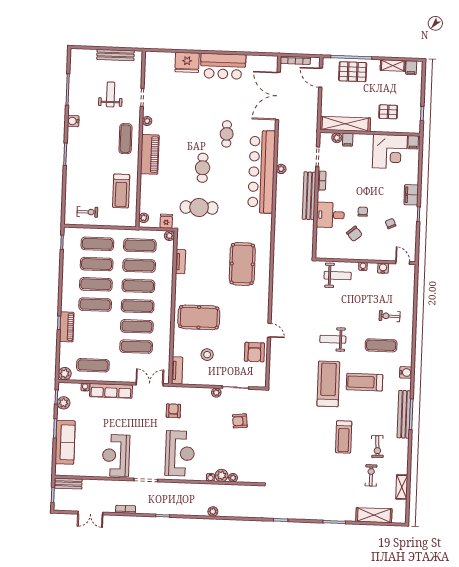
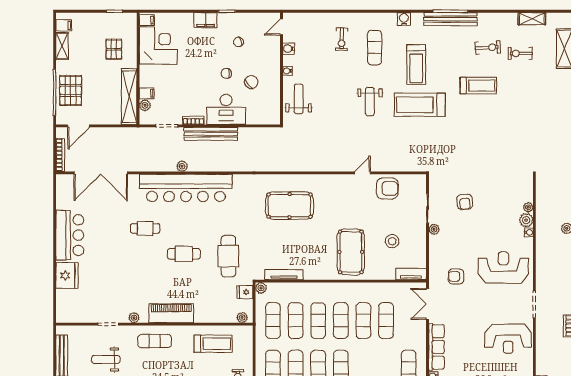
desk: (330, 215) -> (226, 109), width x1.37
tv unit: (181, 262) -> (284, 275), width x1.41

